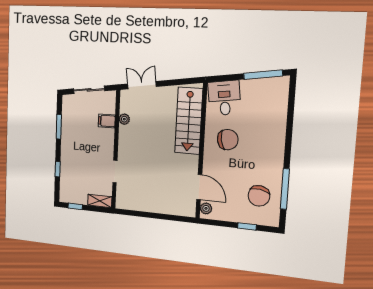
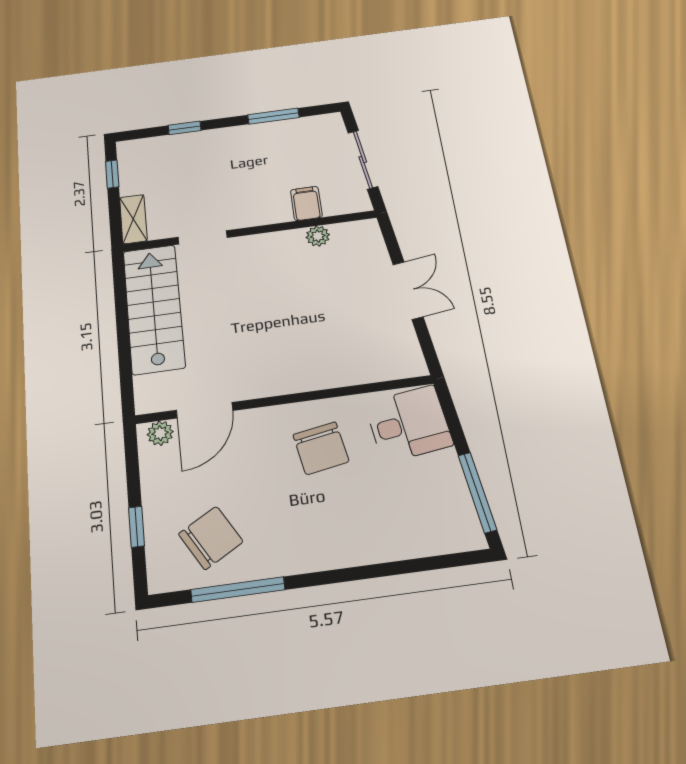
double door: (142, 85) -> (408, 290), moved
stairs: (189, 121) -> (154, 309), moved, turned 90
chair: (259, 196) -> (211, 538), turned 141

